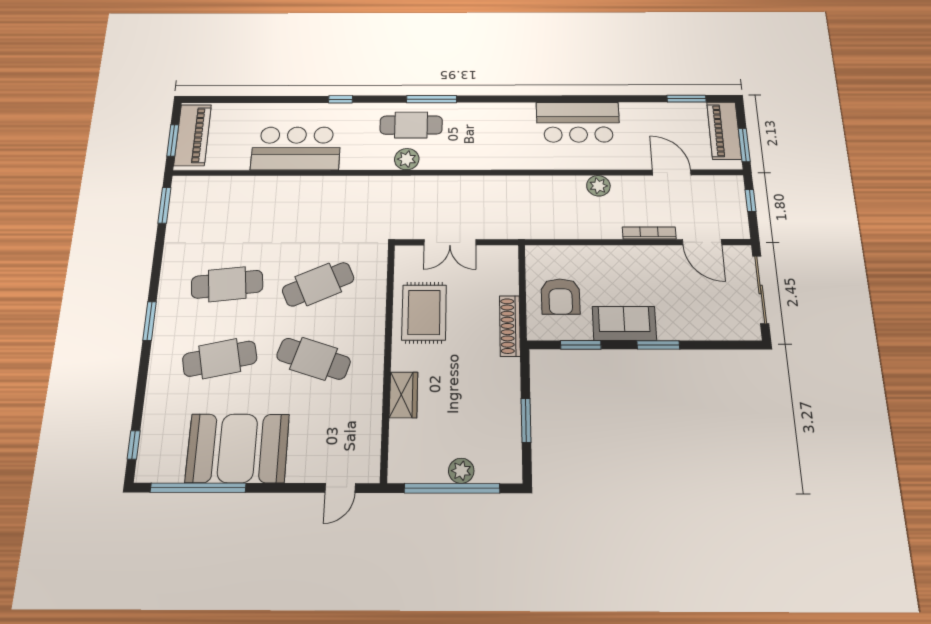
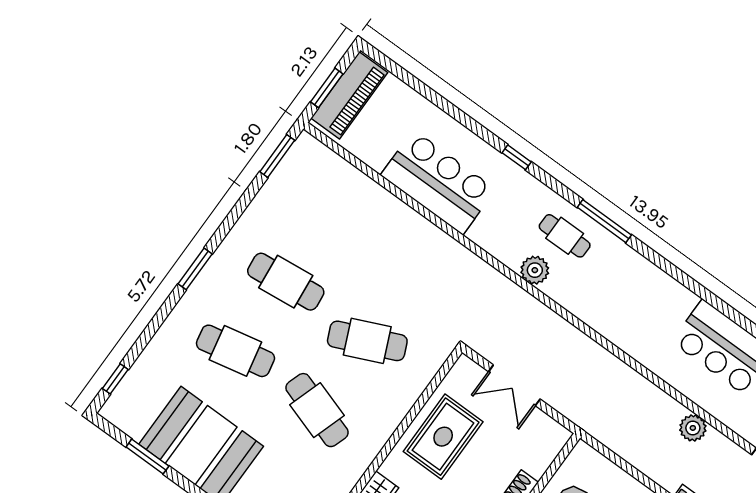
cafe table: (411, 125) -> (565, 236), width x0.73, depth x0.74
window: (198, 488) -> (147, 457), width x0.47

